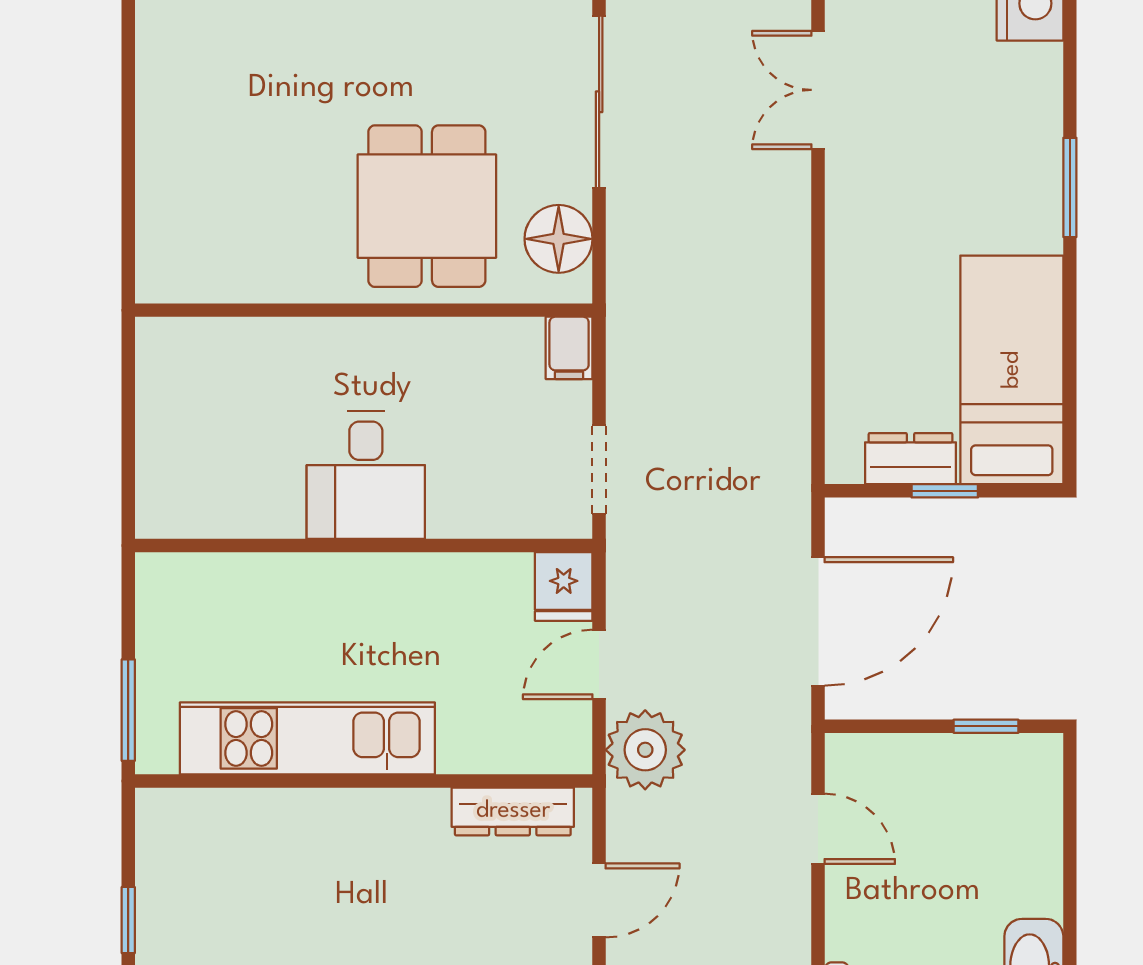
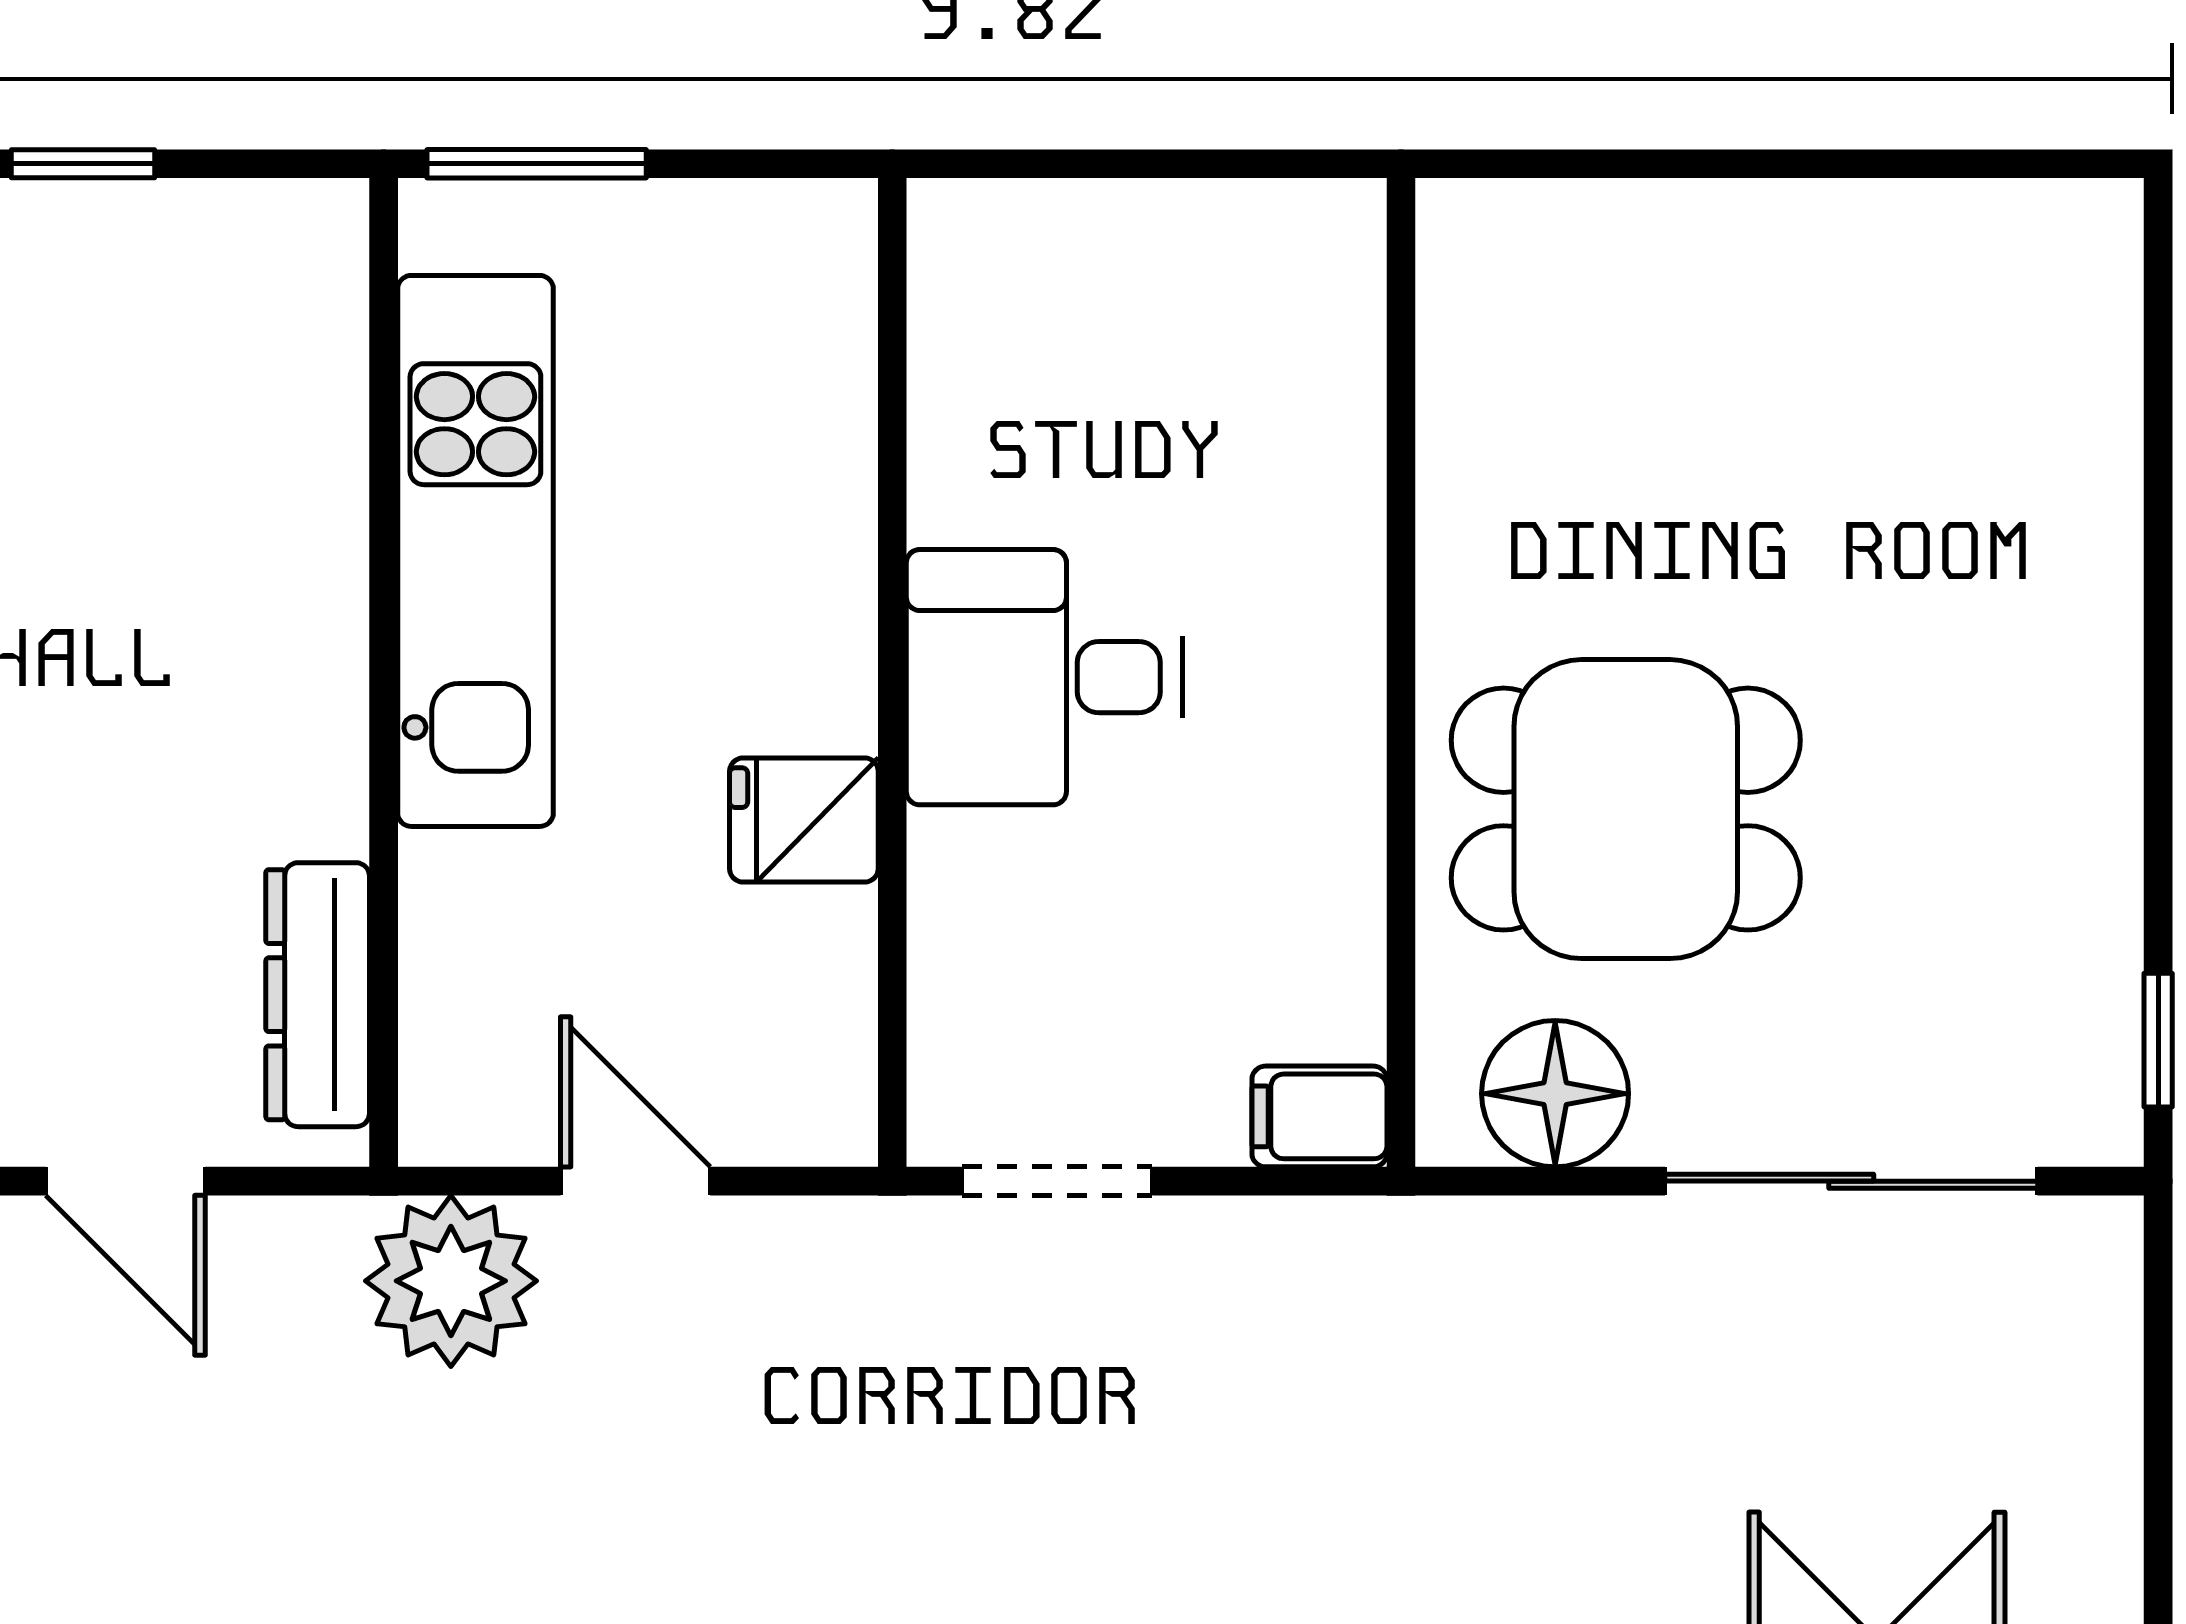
fridge: (564, 586) -> (804, 820), moved

